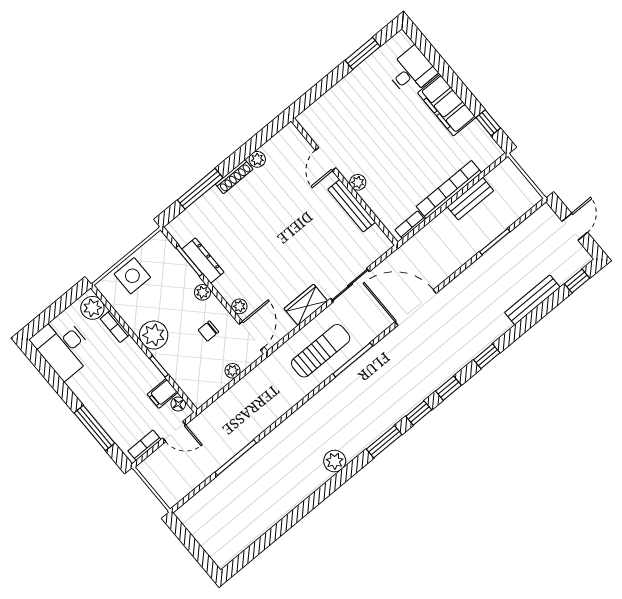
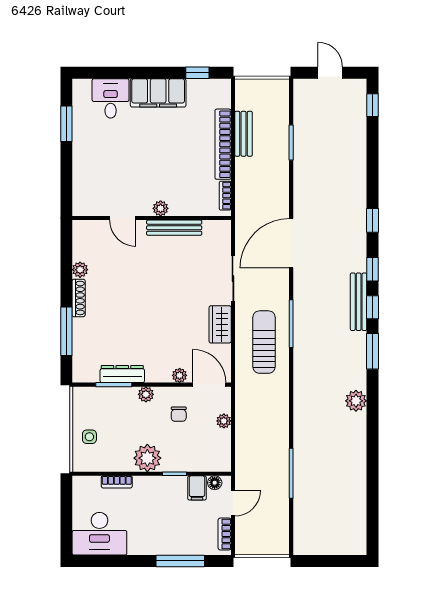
side table: (132, 276) -> (89, 437), width x0.54, depth x0.54
bench: (532, 300) -> (359, 302), moved
plant: (92, 308) -> (88, 487), removed

